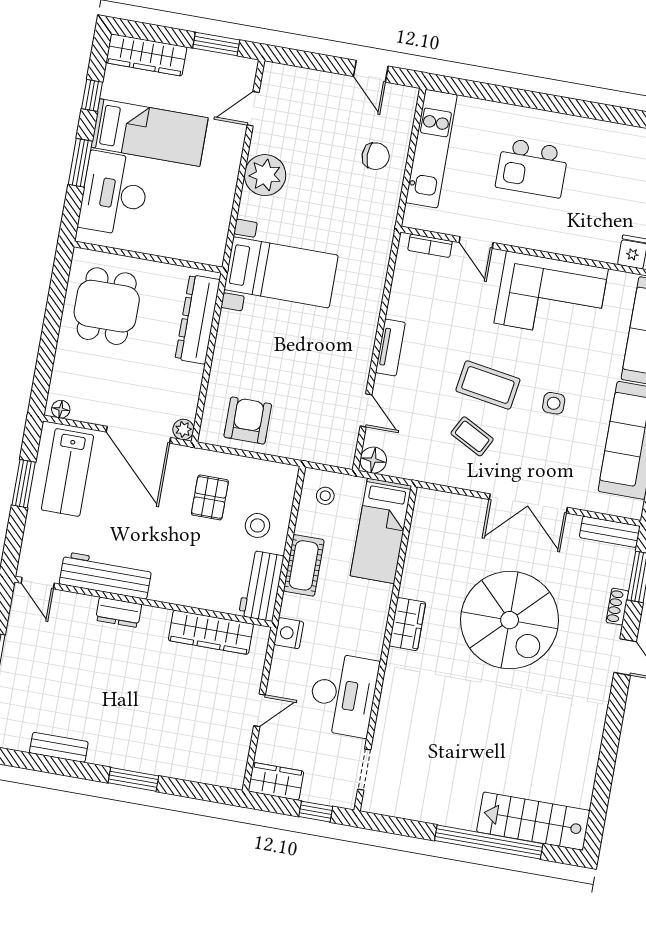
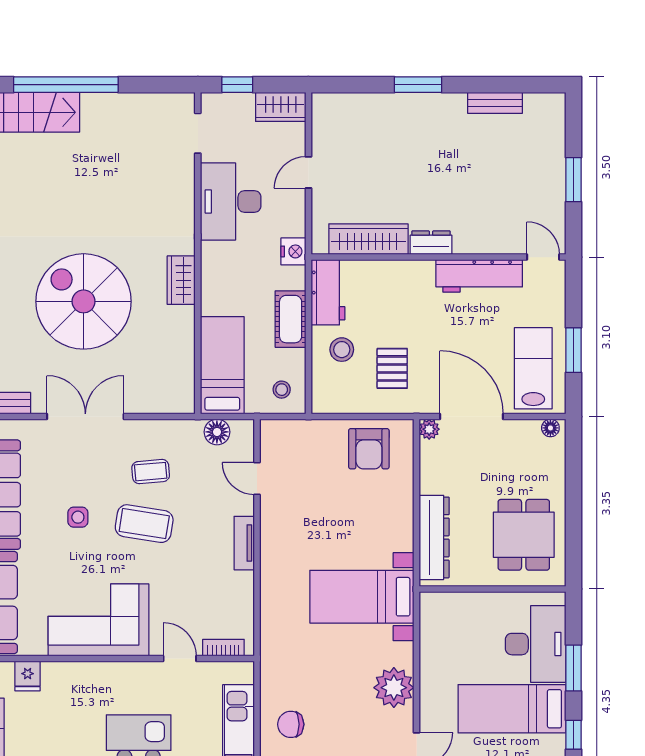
coffee table: (472, 436) -> (151, 472), turned -33
floor lamp: (373, 460) -> (217, 432), moved
dresser: (119, 612) -> (431, 243), moved

